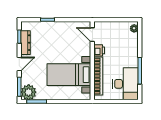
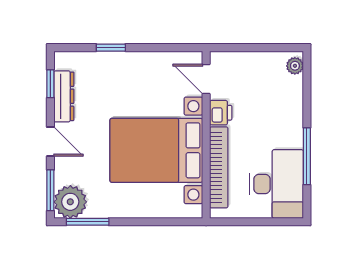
door: (19, 64) -> (50, 142), hinge flipped
bed with nightstands: (69, 75) -> (156, 150), width x1.36

